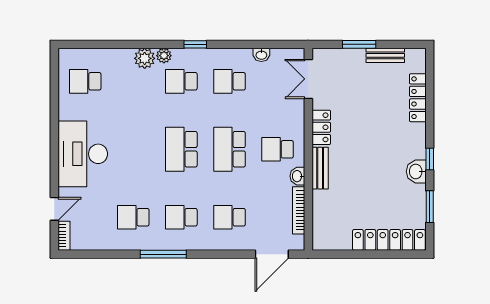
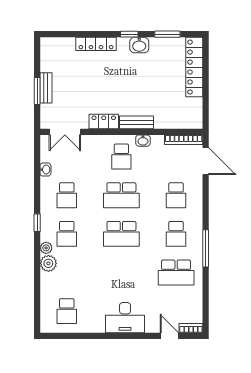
bench: (385, 55) -> (46, 88), moved
locker: (418, 98) -> (96, 44), moved
desk: (83, 154) -> (125, 318), width x0.73, depth x0.77
bookcase: (299, 210) -> (184, 140), moved
school desk: (133, 217) -> (176, 272), width x1.85

